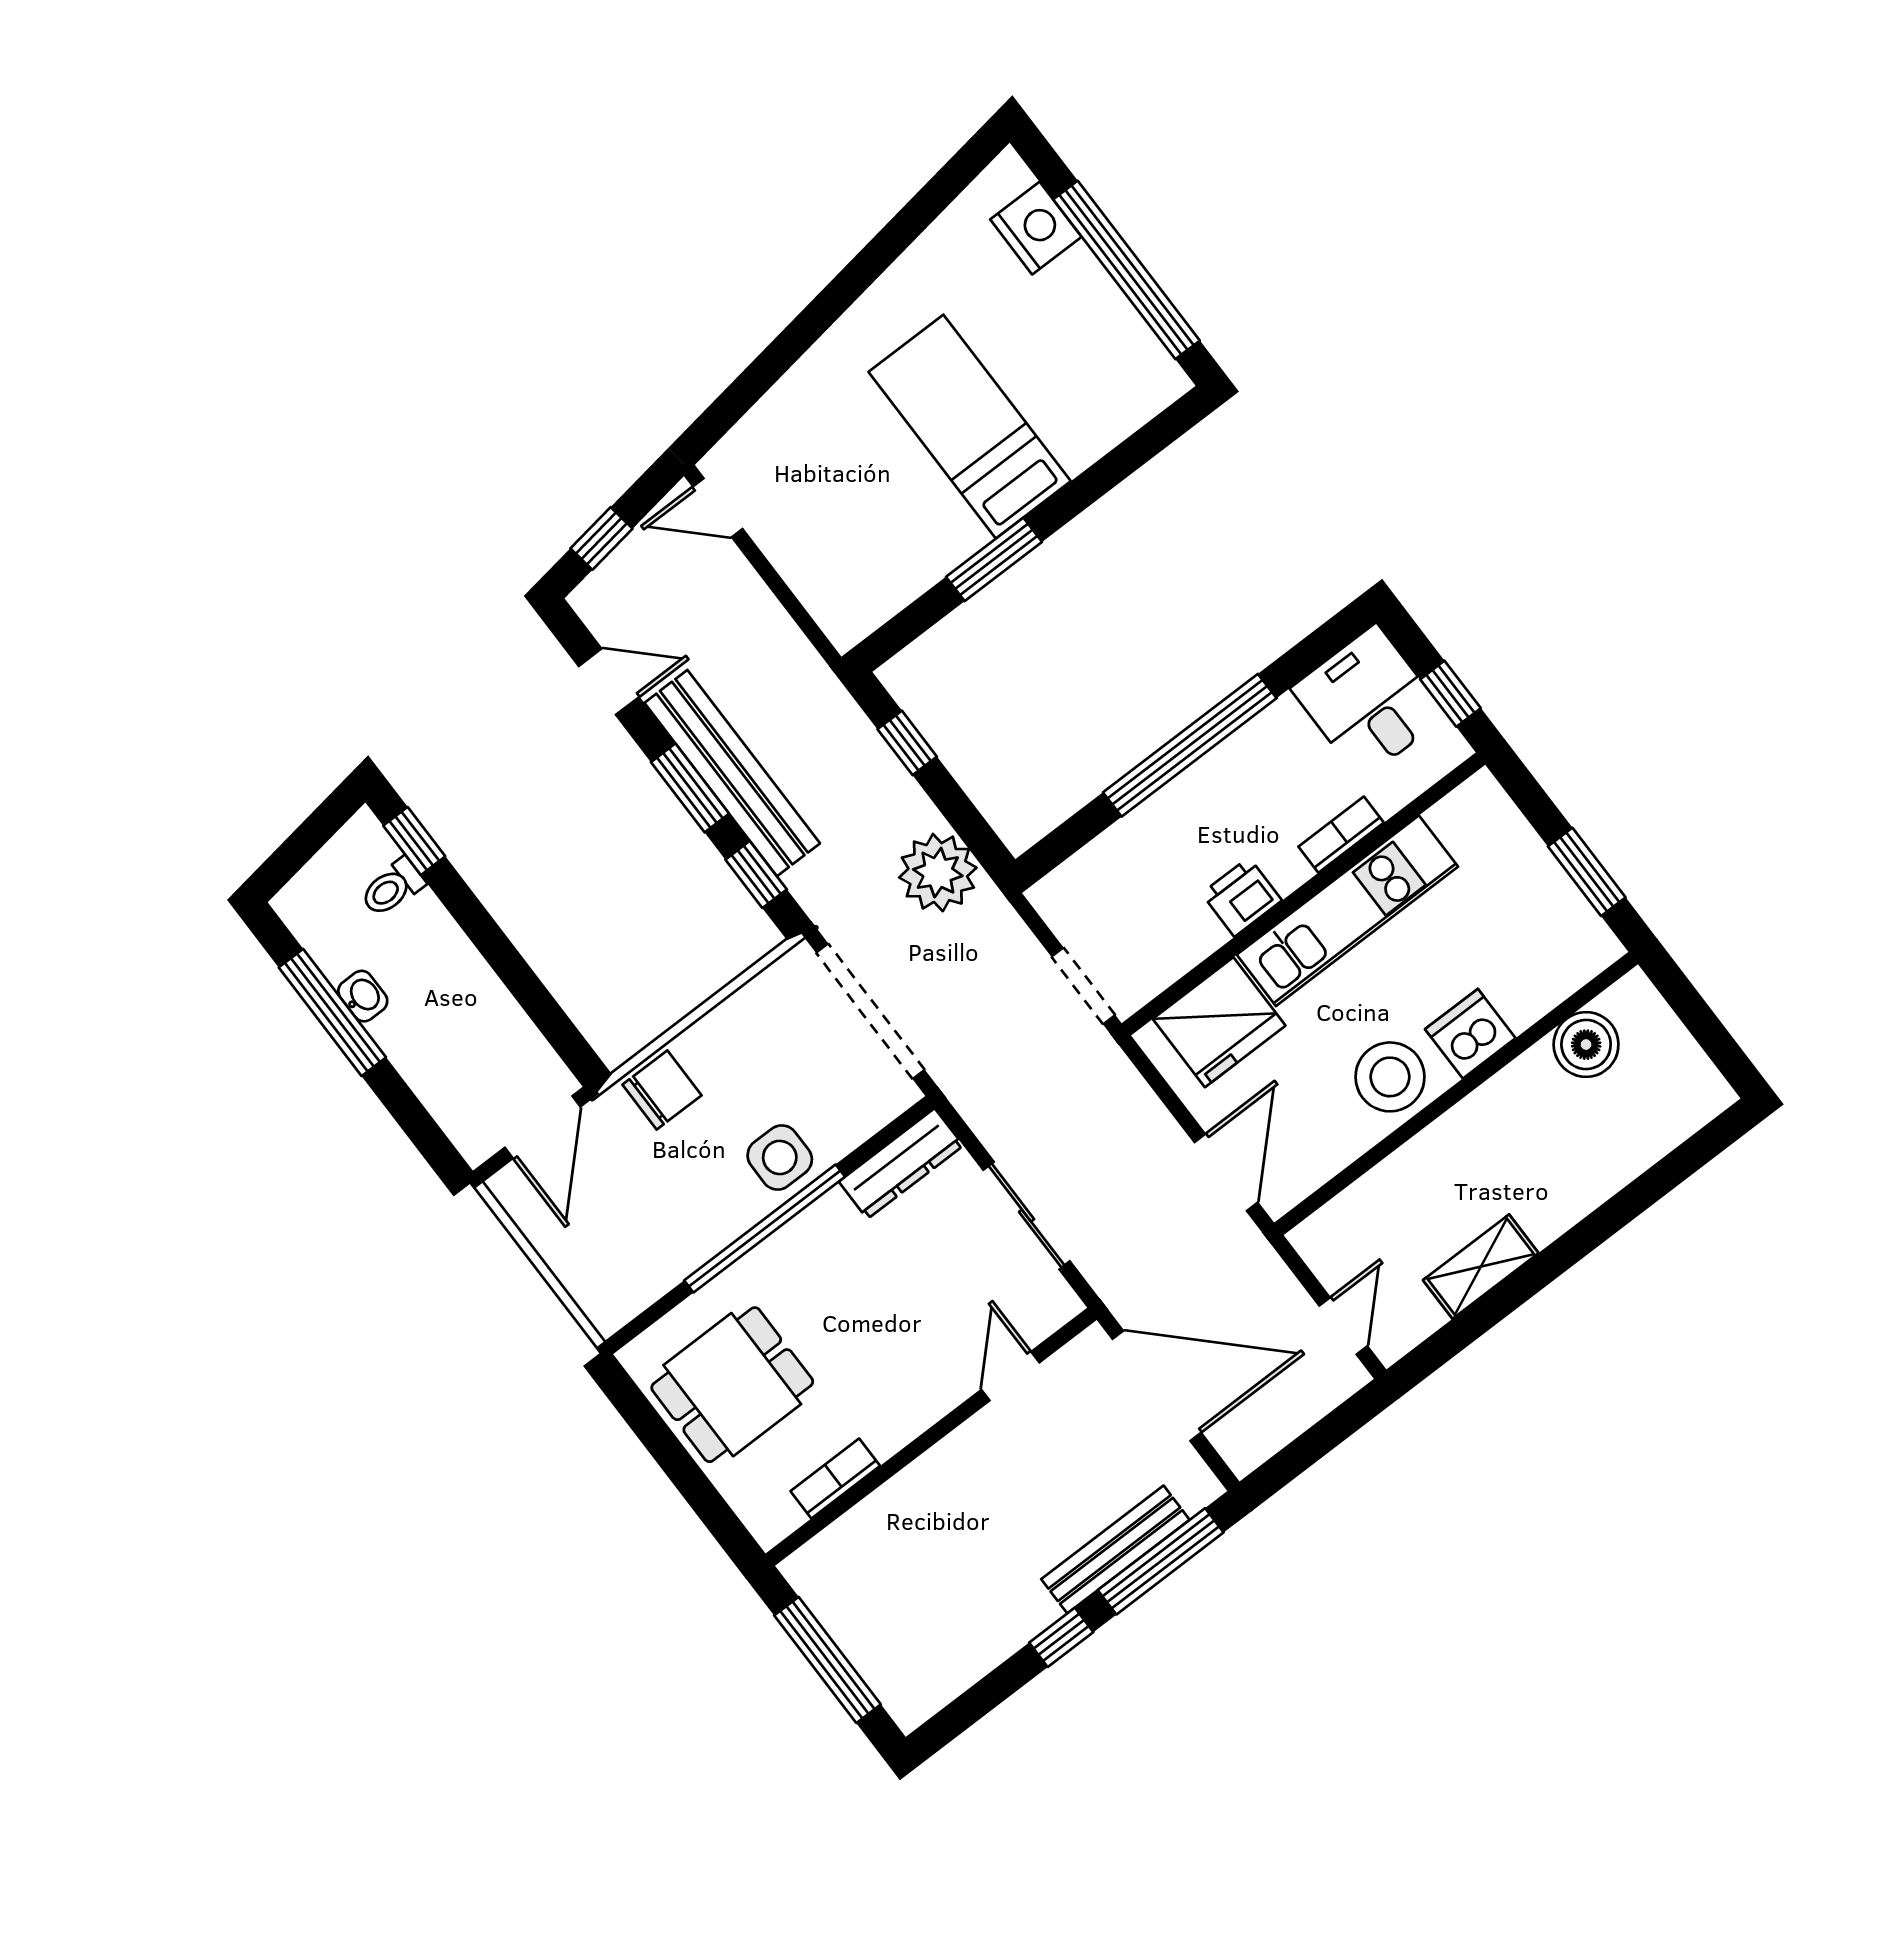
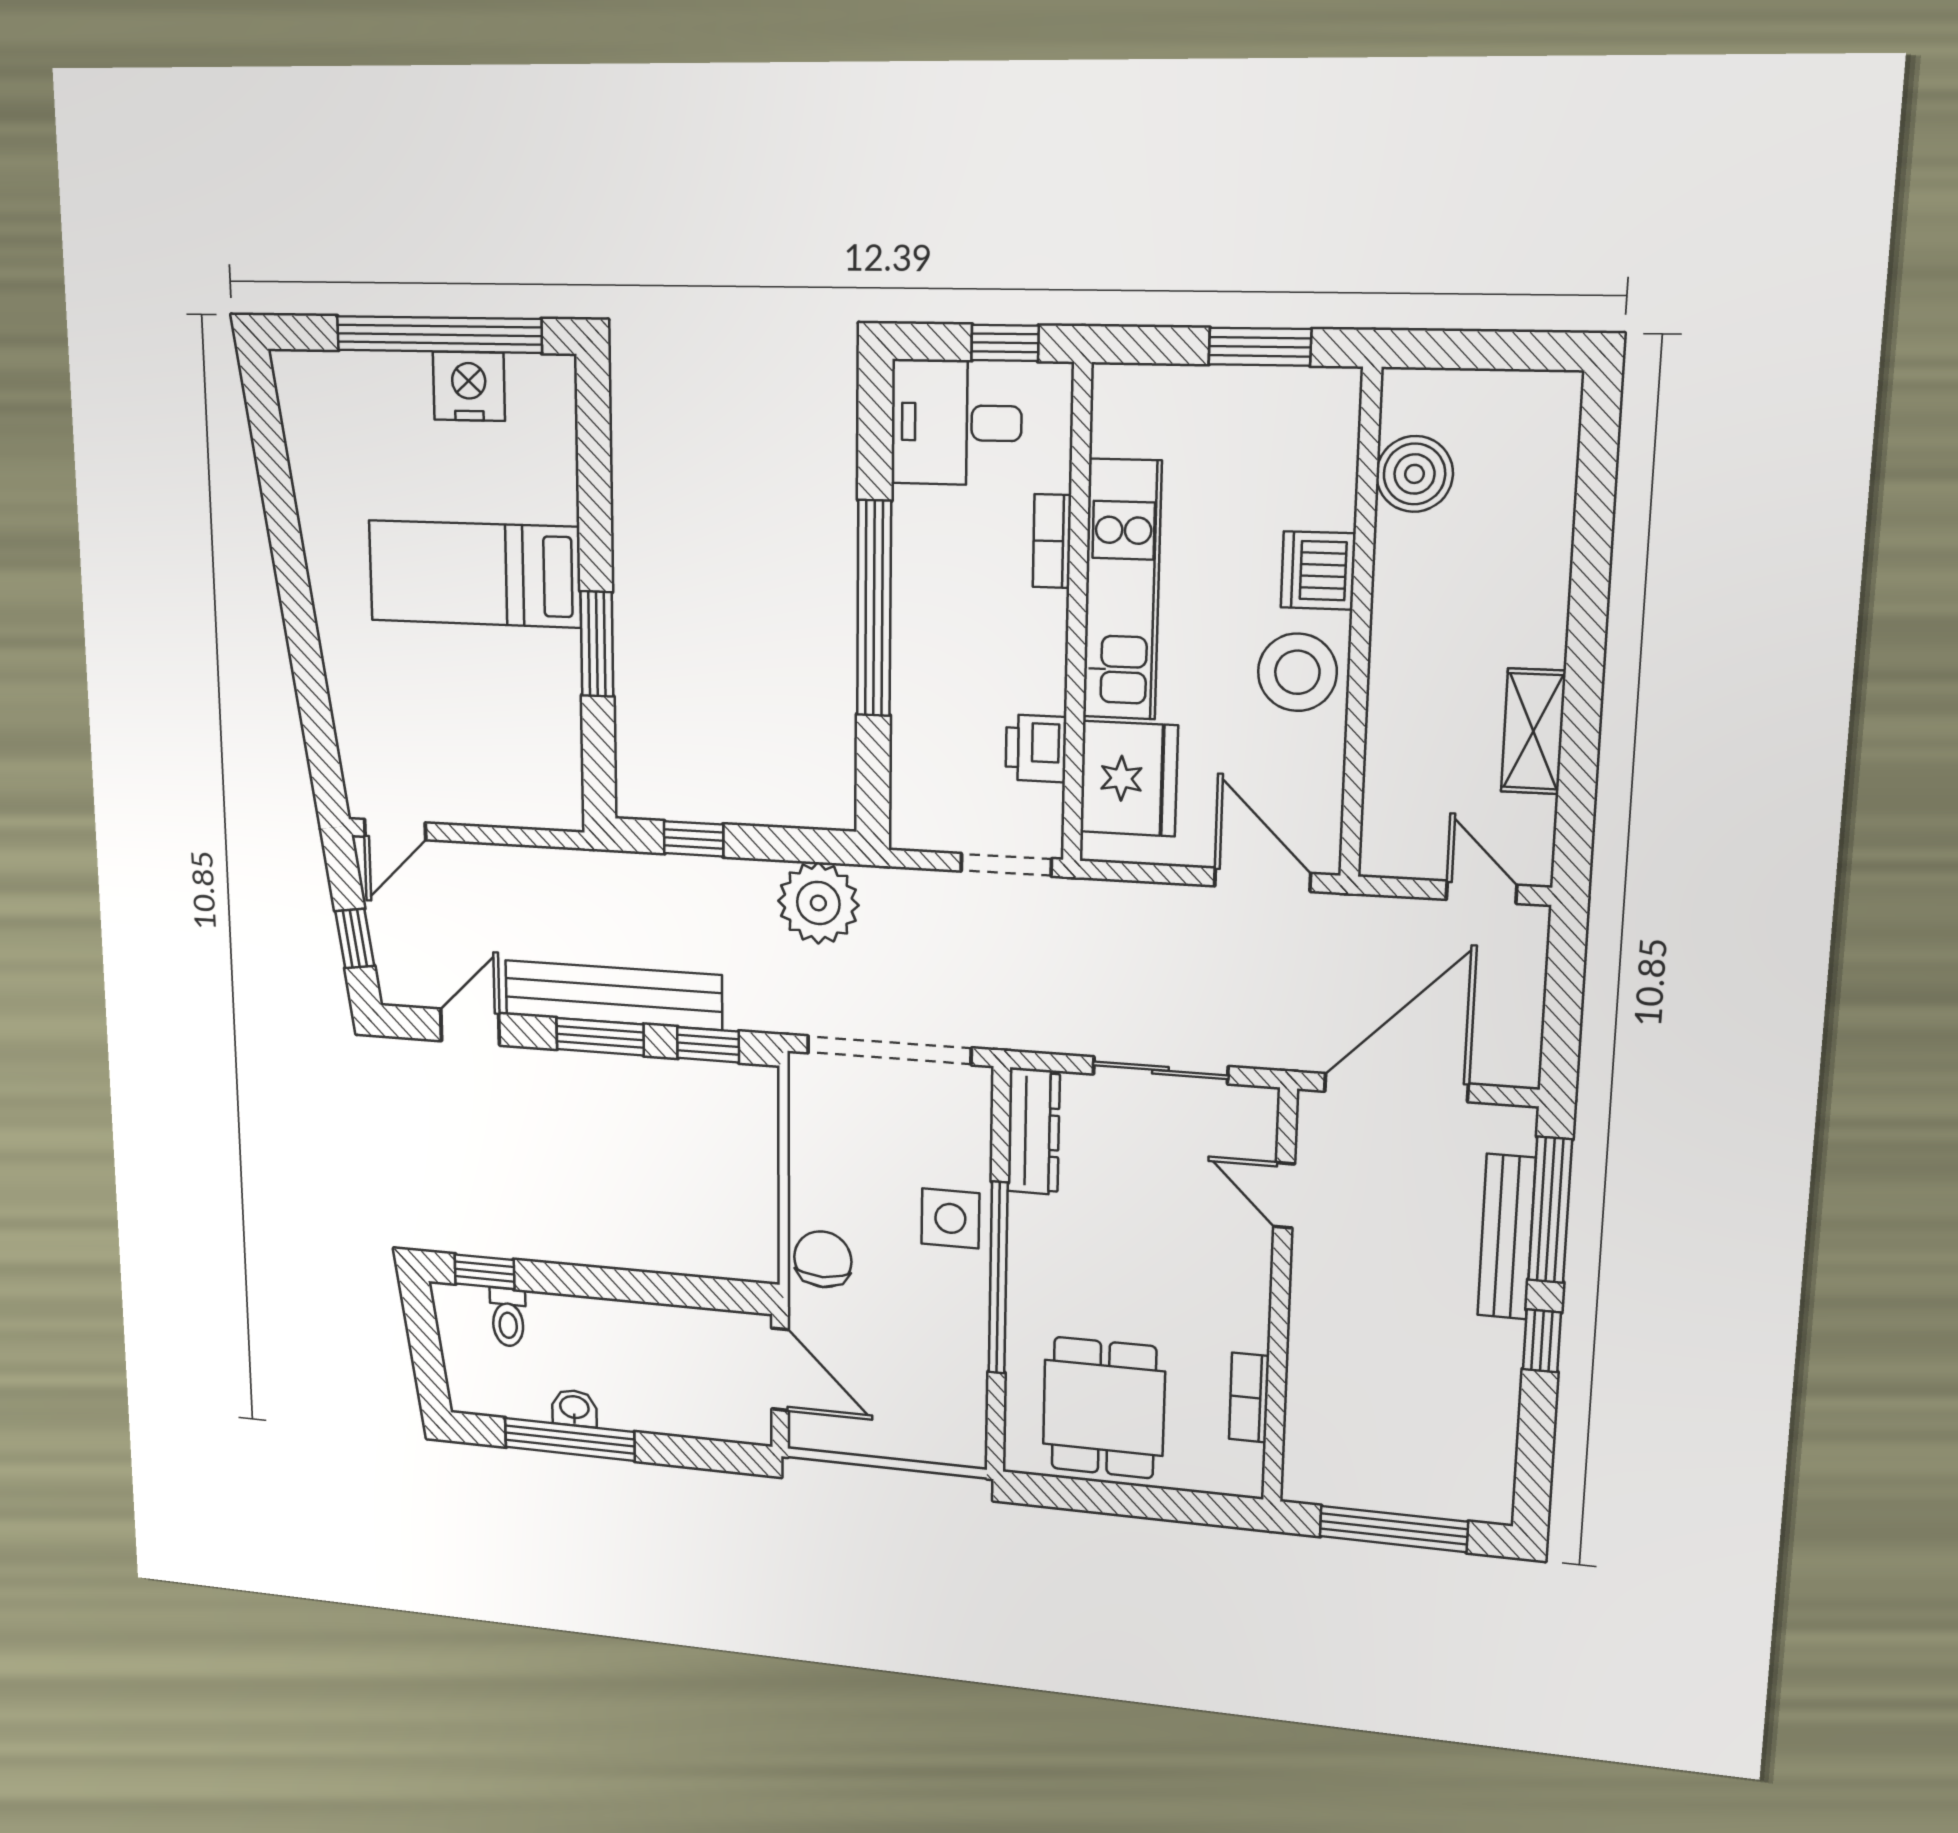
nightstand: (1036, 228) -> (469, 386), moved
printer: (1242, 897) -> (1036, 748), moved

